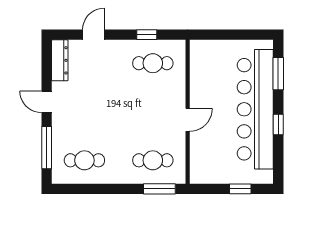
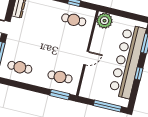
plant: (203, 53) -> (104, 21), added
window: (240, 189) -> (107, 106), width x2.17

